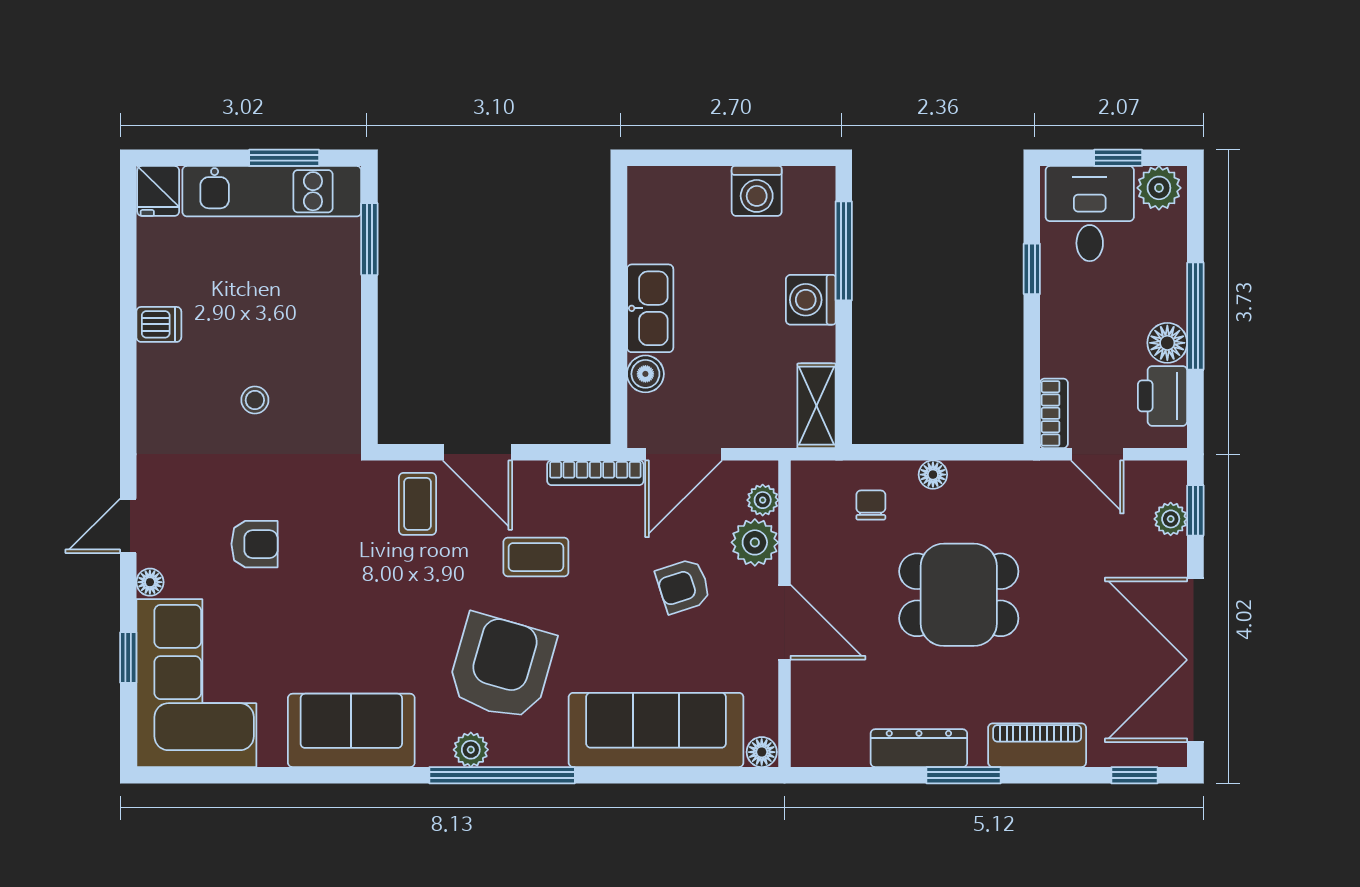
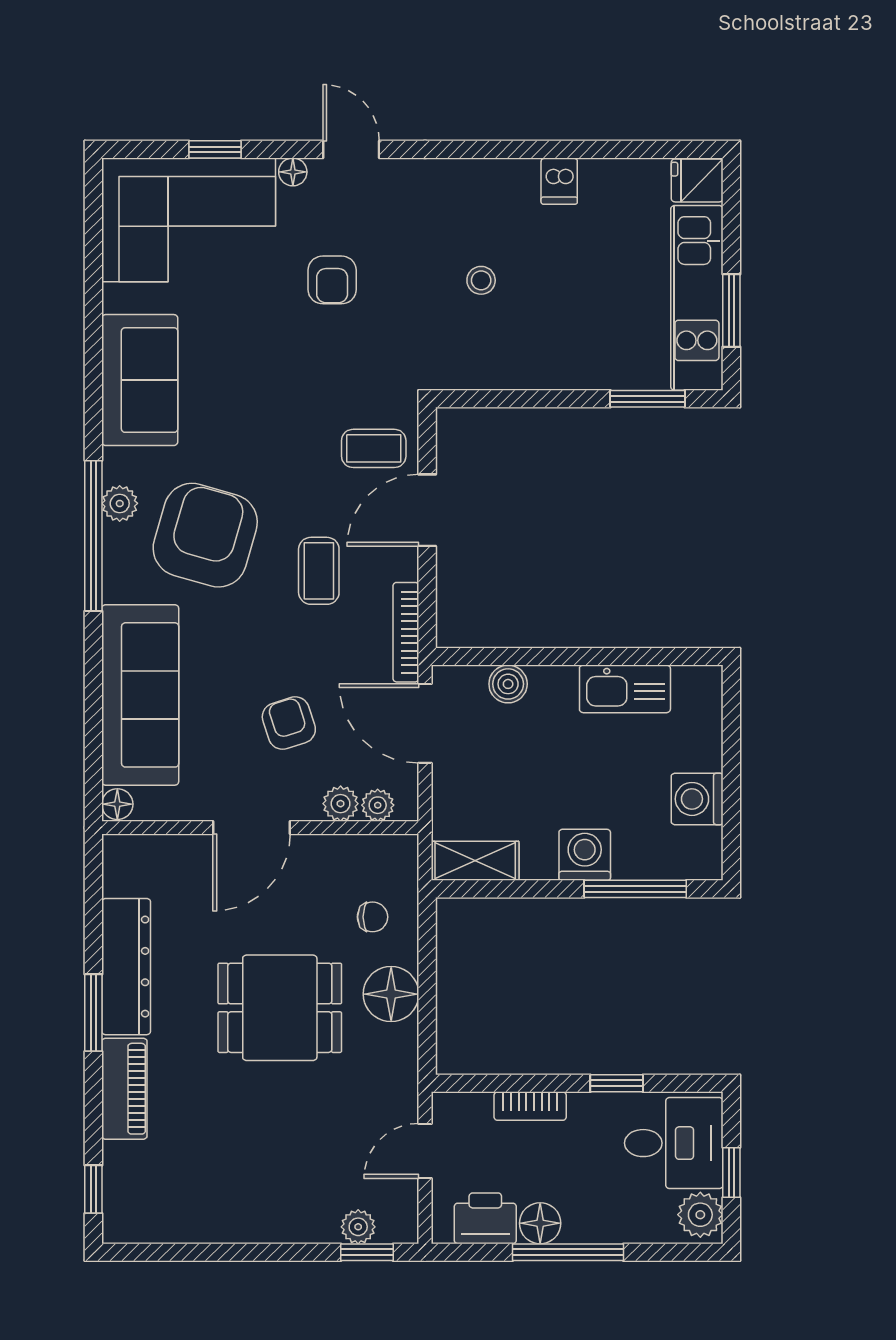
kitchen sink: (650, 308) -> (625, 689), moved
bookcase: (1054, 413) -> (530, 1106), moved
floor lamp: (933, 475) -> (391, 994), width x1.89, depth x1.89
plant: (755, 542) -> (341, 804), width x0.73, depth x0.73
dining table: (959, 595) -> (280, 1008), turned 90
double door: (1195, 660) -> (213, 1252), removed
armchair: (501, 667) -> (205, 535), turned -90
dresser: (919, 748) -> (126, 967), width x1.37, depth x1.24

